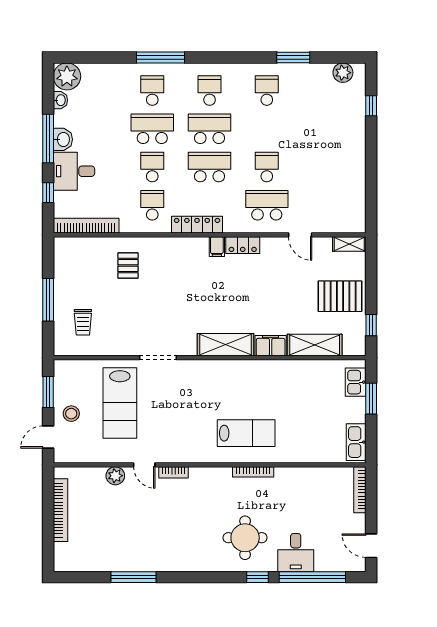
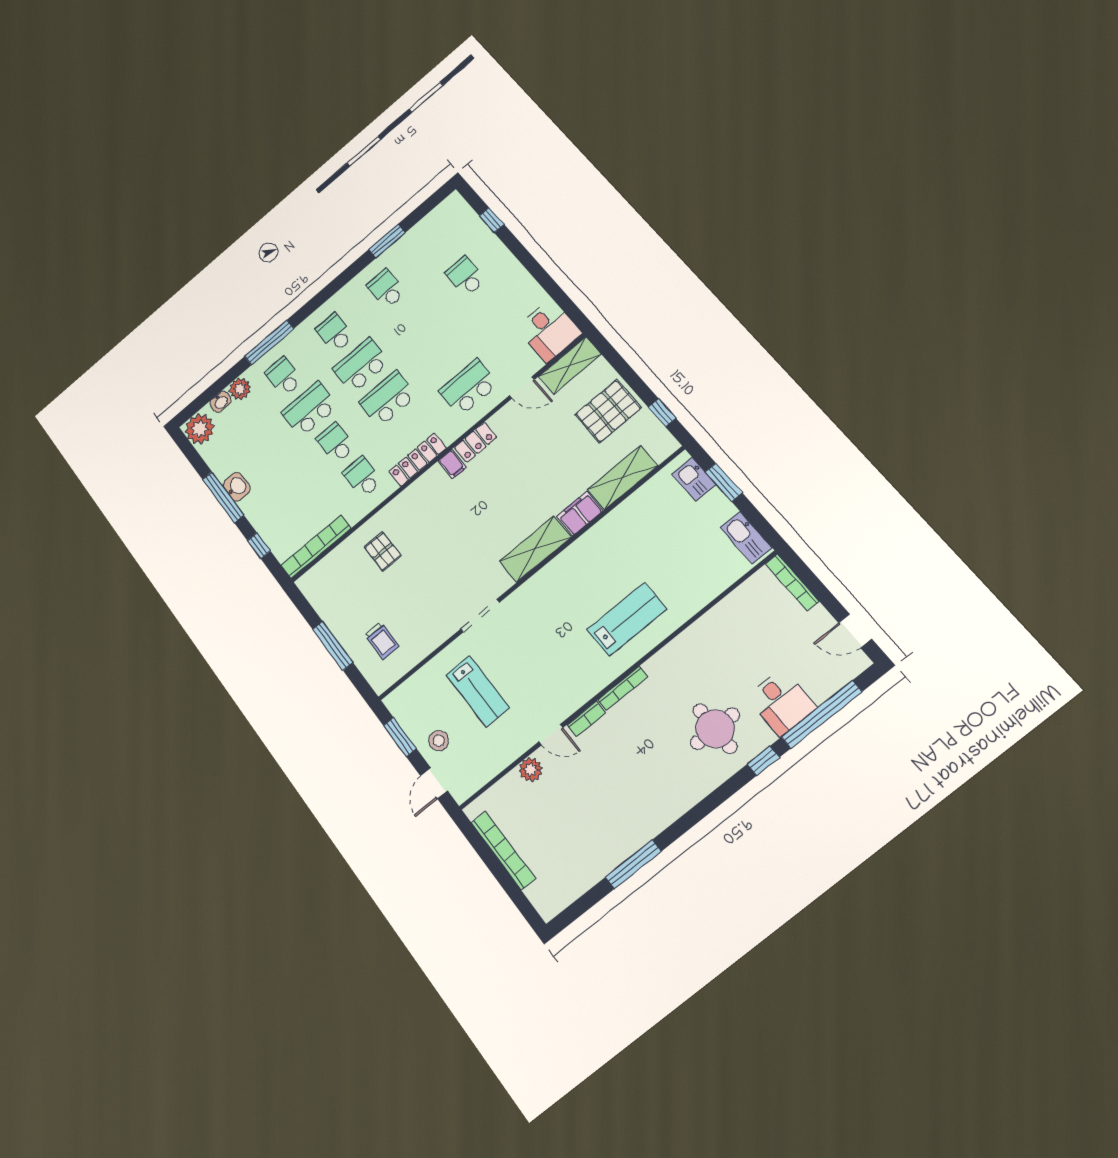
plant: (343, 73) -> (240, 389), moved
washbasin: (60, 100) -> (221, 402), moved, turned 90
school desk: (267, 167) -> (465, 276), moved
desk: (74, 171) -> (549, 330), moved, turned -90
shelving: (349, 244) -> (570, 365), width x1.50, depth x1.33
lab bench: (120, 403) -> (478, 691), width x0.73, depth x0.72
bookcase: (253, 472) -> (623, 688), moved

